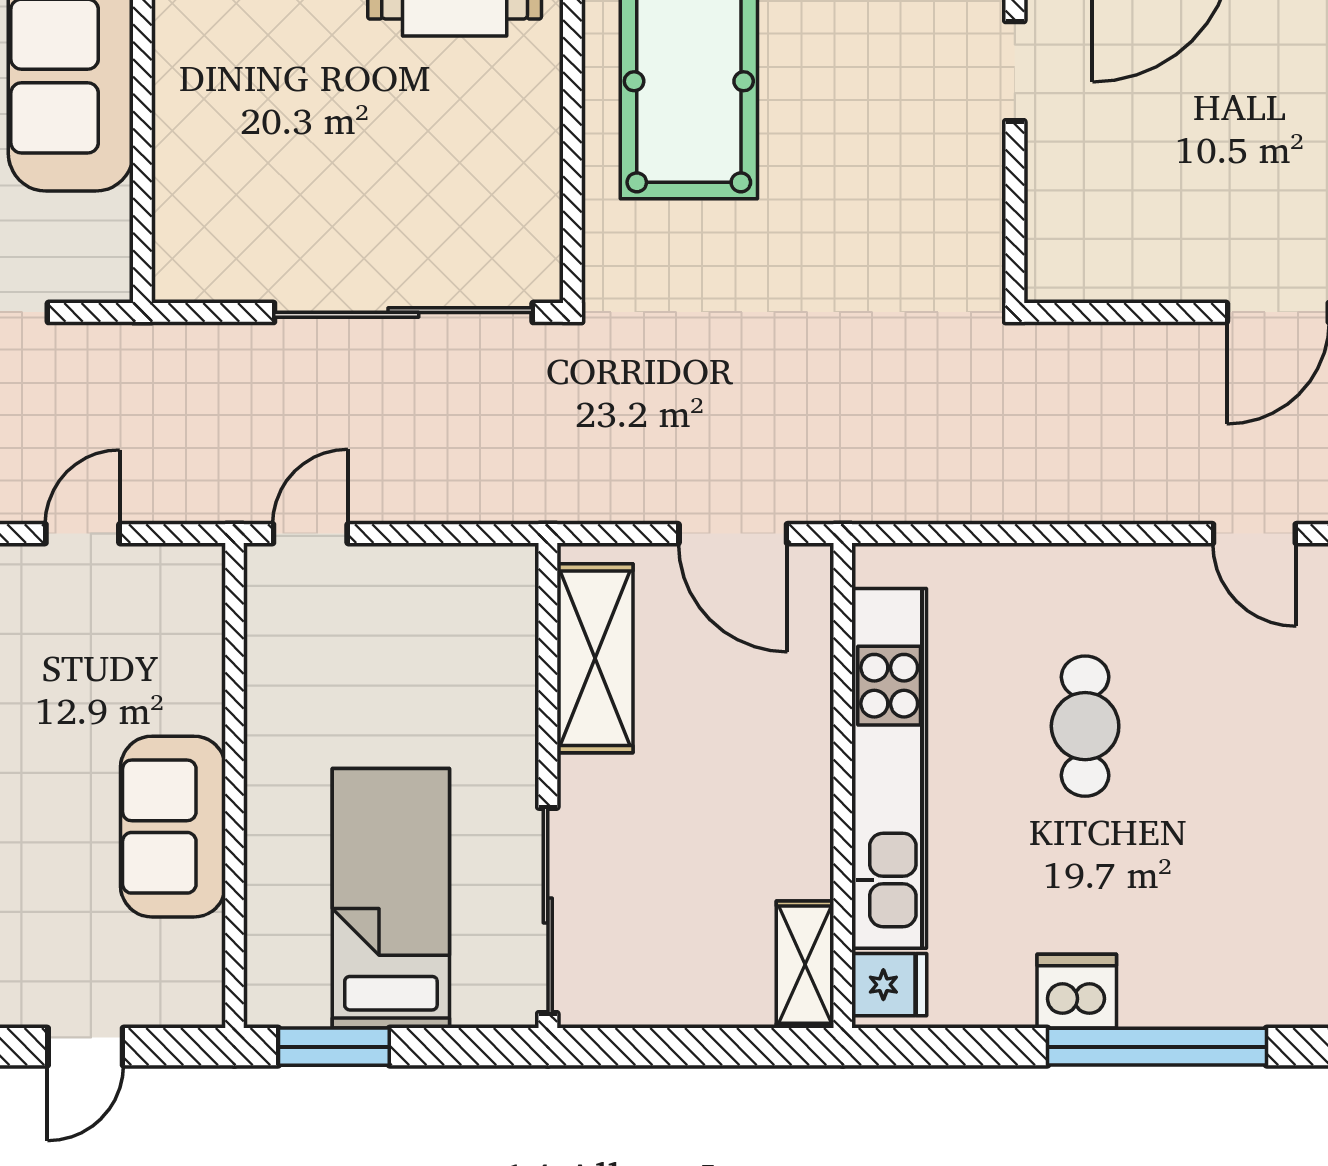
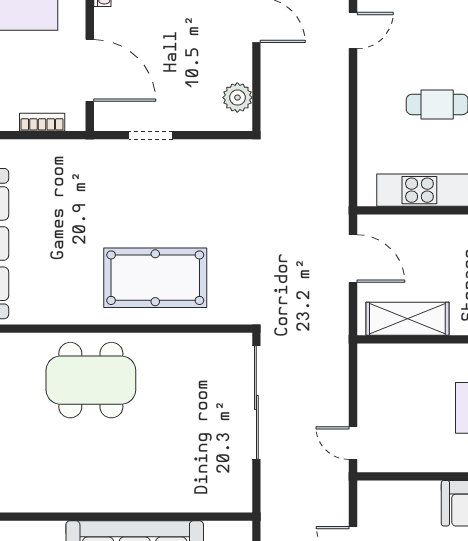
plant: (1101, 269) -> (237, 98), added
door: (733, 534) -> (353, 258), hinge flipped

